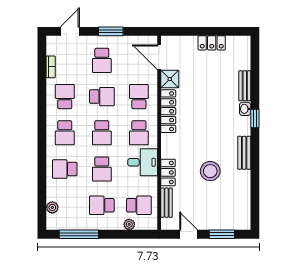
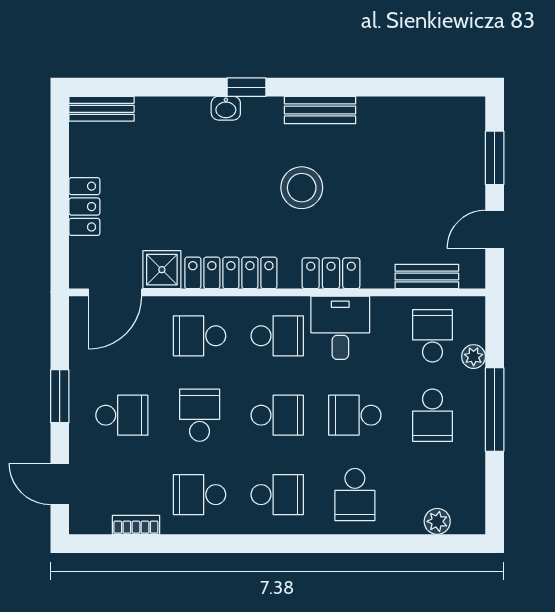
locker: (212, 43) -> (84, 207), moved
bench: (245, 86) -> (101, 109), moved
school desk: (102, 169) -> (355, 415), turned 180
stool: (210, 171) -> (302, 188), moved
locker: (168, 172) -> (331, 273), moved
window: (79, 234) -> (495, 409), moved

